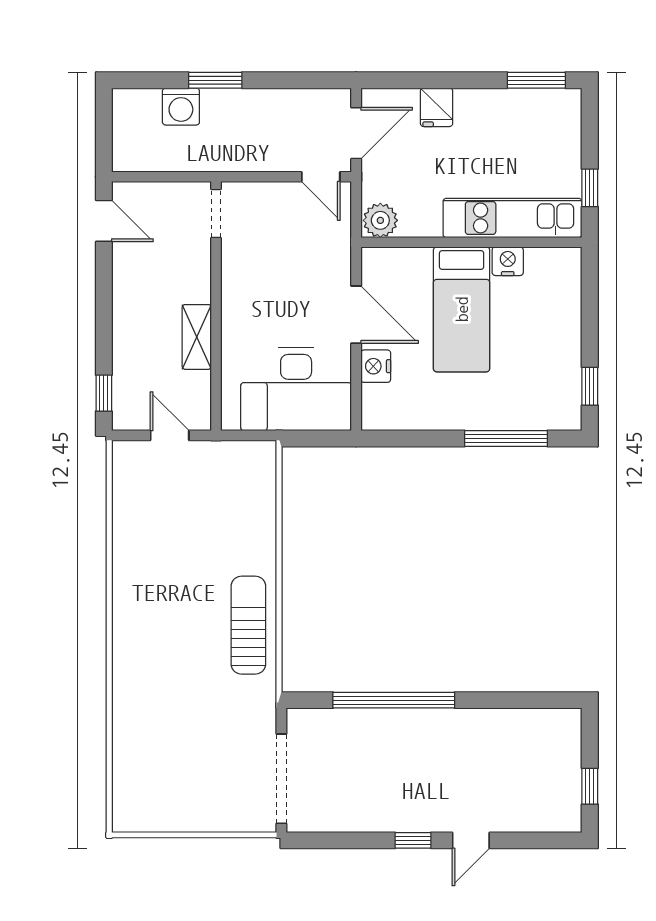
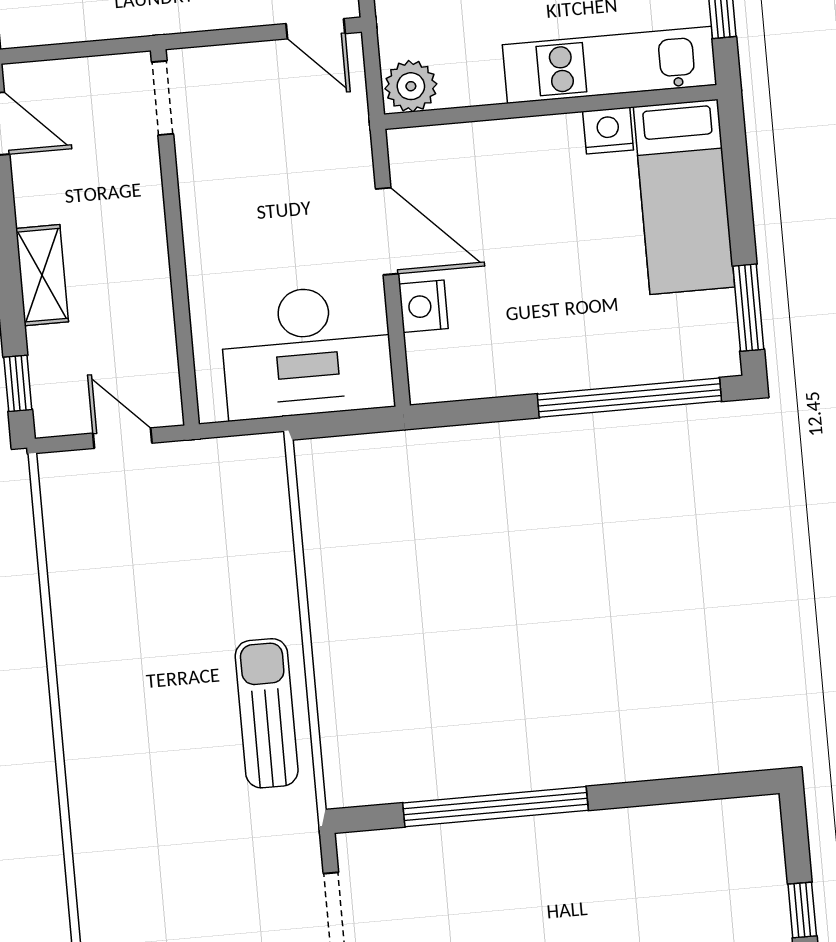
bed: (462, 309) -> (684, 197), moved
shelving: (197, 337) -> (42, 275), moved
window: (590, 386) -> (748, 308), width x1.50
window: (506, 438) -> (629, 398), width x1.46

